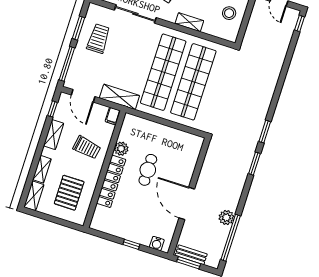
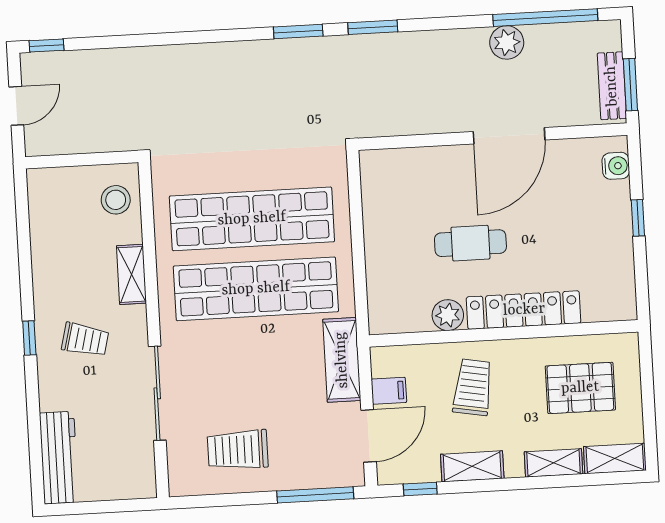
stool: (229, 13) -> (116, 200), moved
window: (78, 28) -> (232, 500), removed
filing cabinet: (113, 116) -> (389, 391), moved

